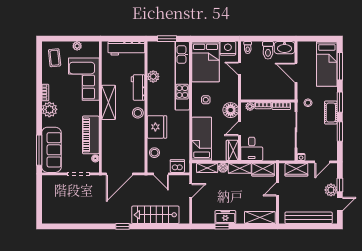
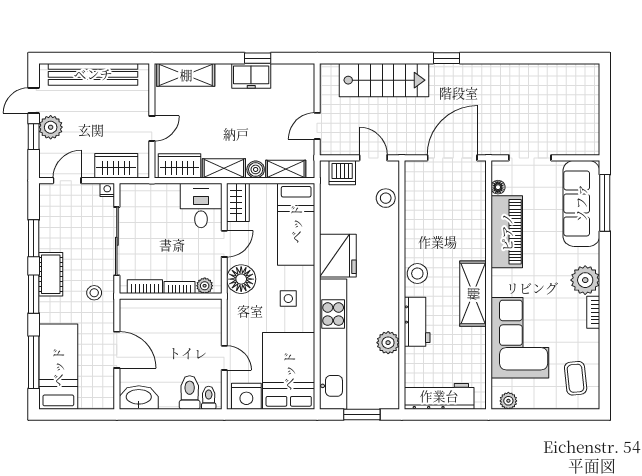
plant: (77, 46) -> (508, 401), moved
toilet: (268, 50) -> (190, 392), moved
fridge: (157, 127) -> (338, 256), moved, turned 180

